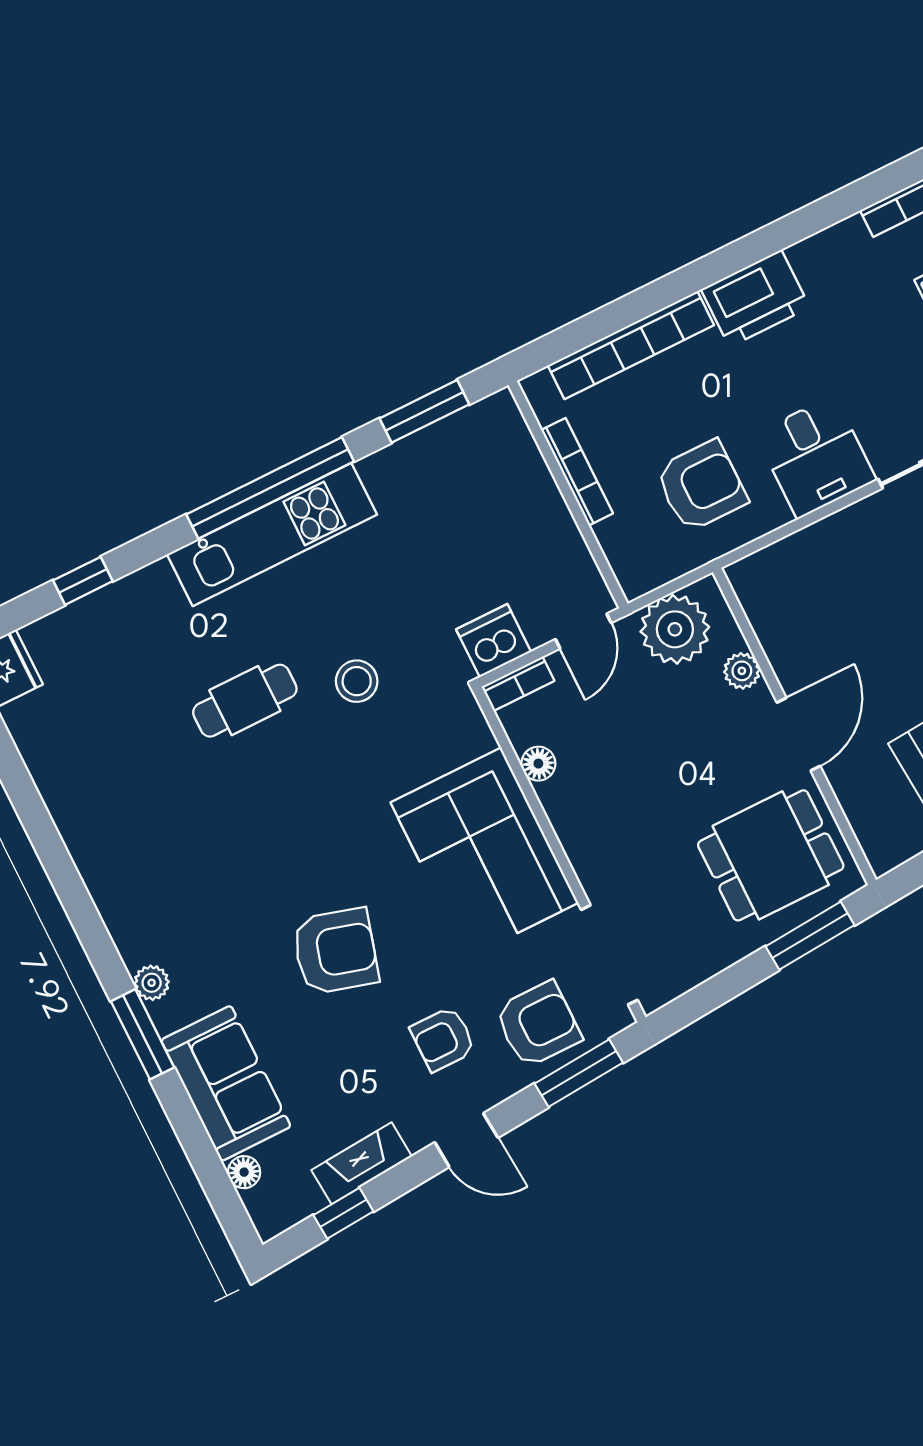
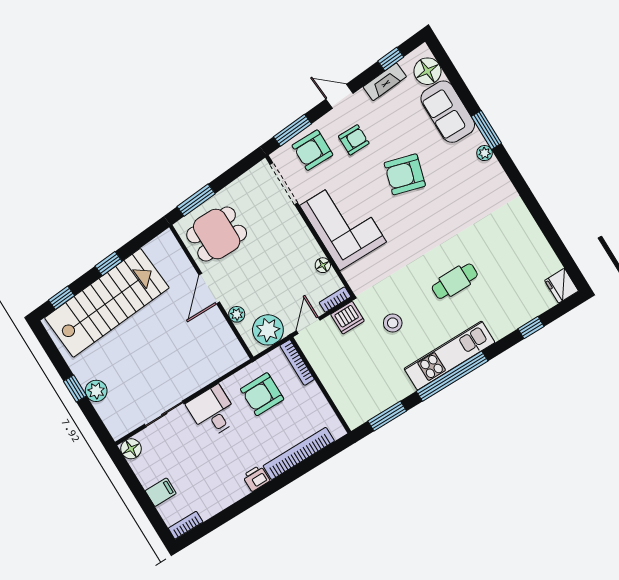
printer: (755, 298) -> (256, 478), width x0.53, depth x0.68
bookcase: (577, 472) -> (297, 362), moved
stool: (357, 681) -> (393, 323), moved
floor lamp: (244, 1172) -> (427, 71), width x1.89, depth x1.89

